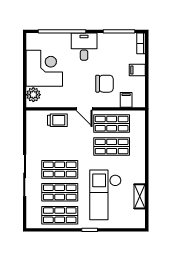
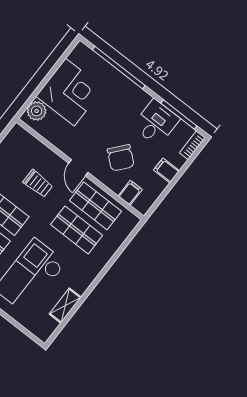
desk: (84, 47) -> (156, 123), moved
chair: (104, 84) -> (121, 158), turned 40
trolley: (57, 120) -> (38, 184), moved

